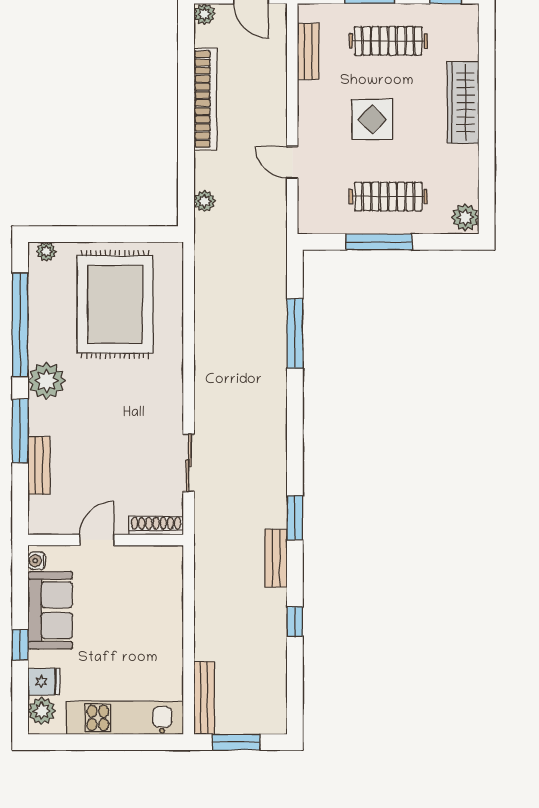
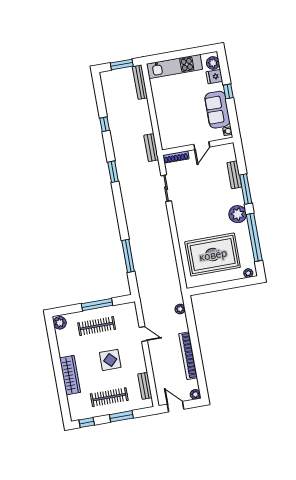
rug: (115, 304) -> (213, 255), turned 90
bench: (276, 558) -> (151, 148), moved

